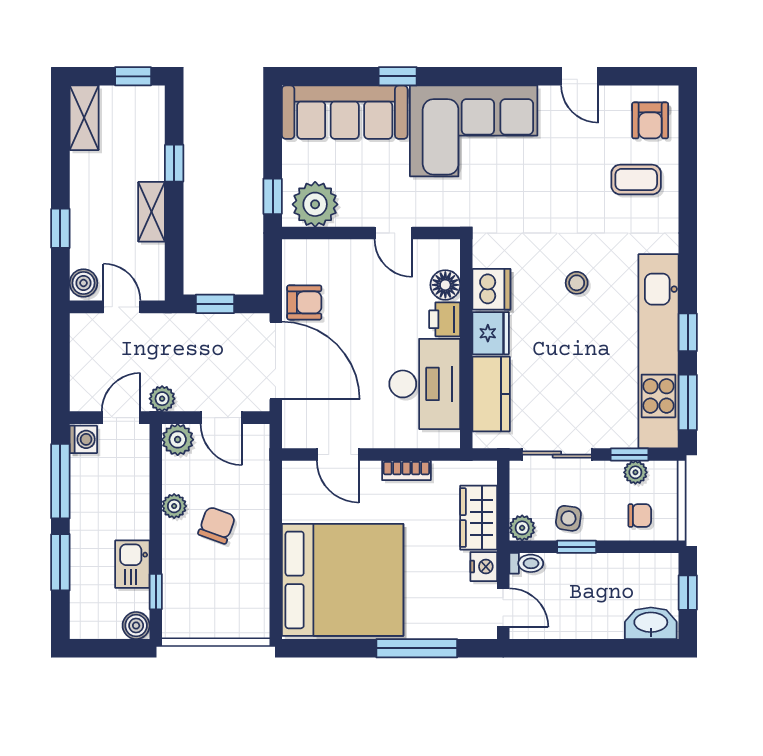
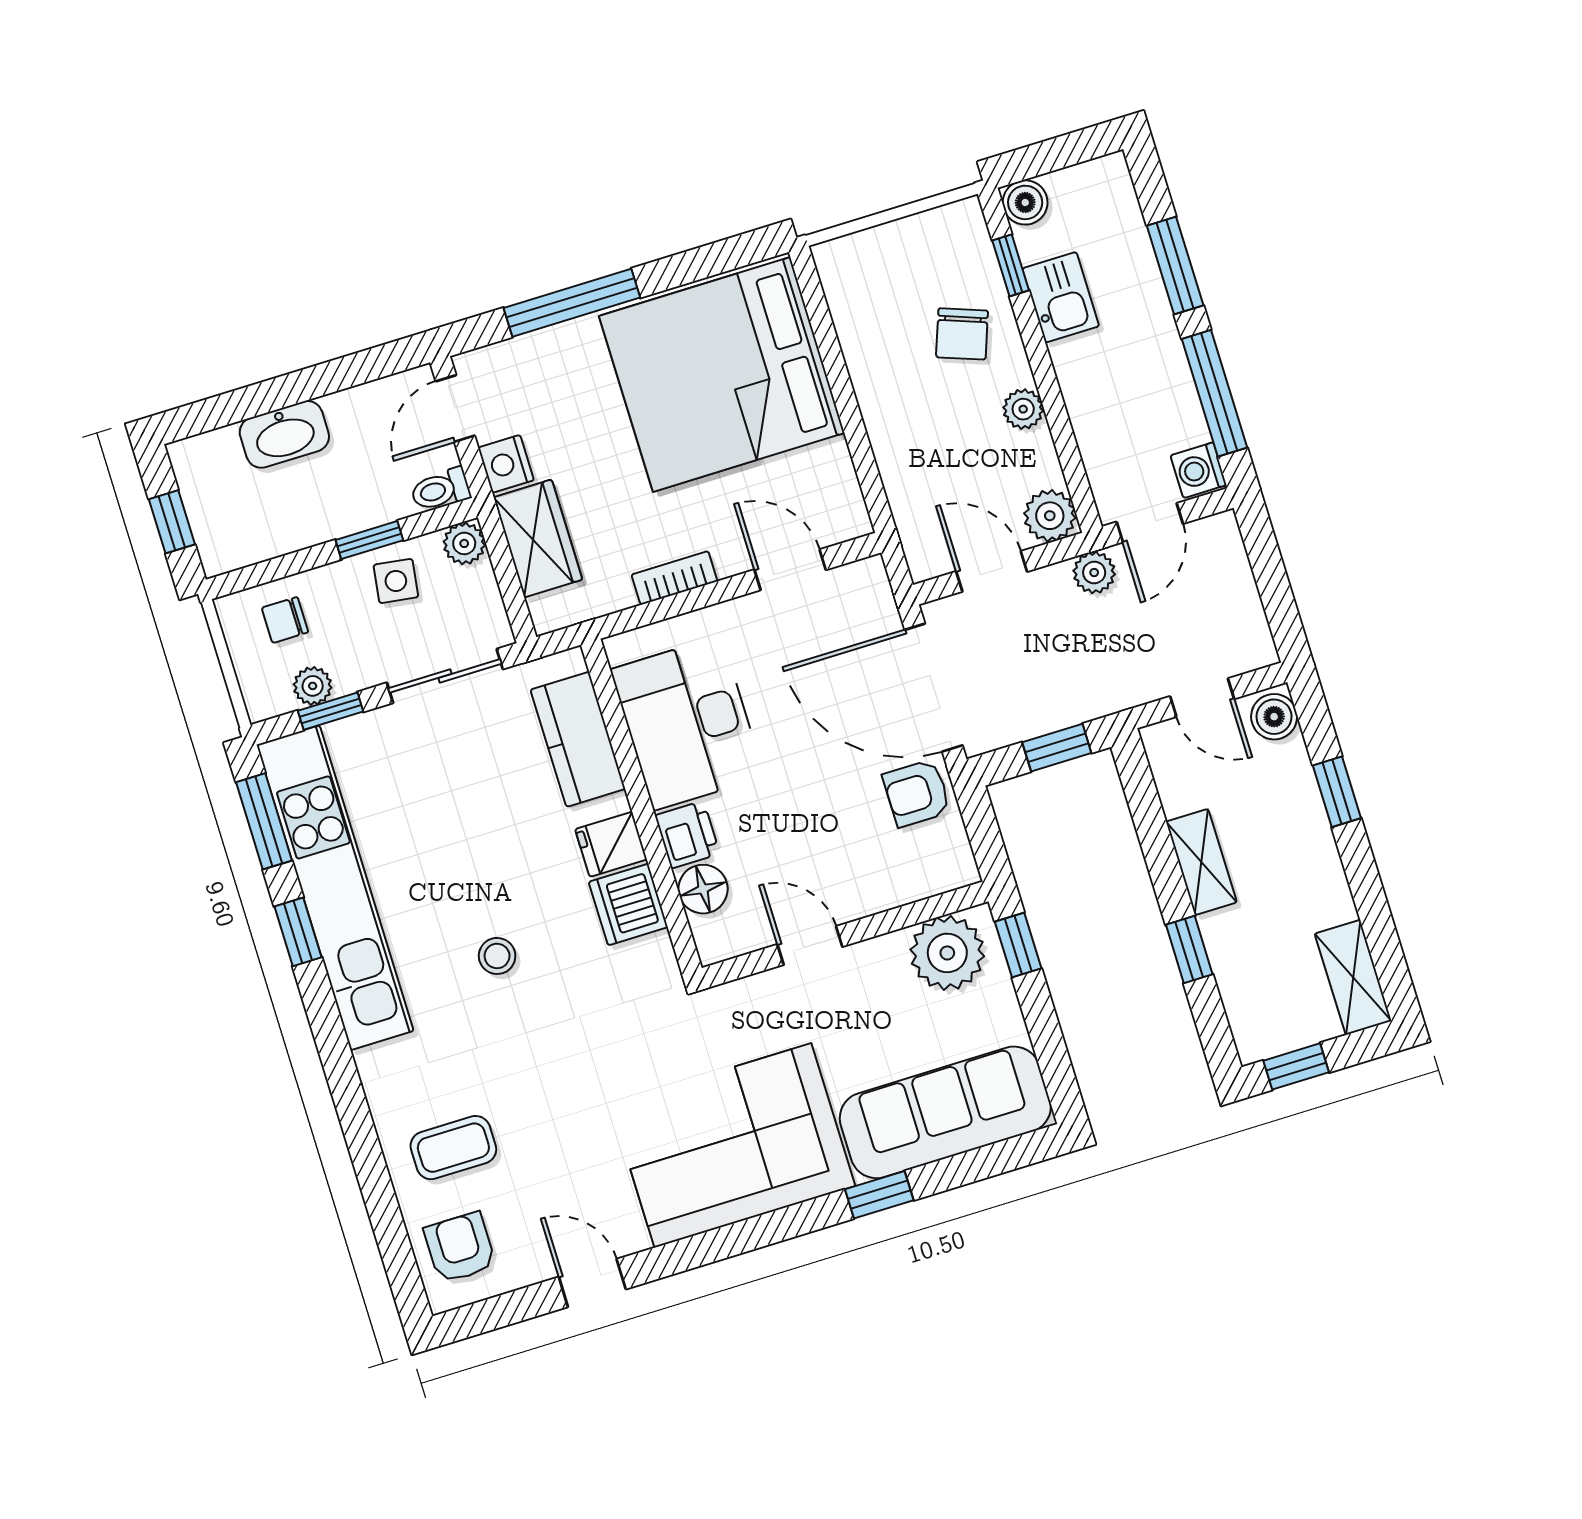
fridge: (491, 333) -> (611, 844), width x0.72
chair: (217, 525) -> (962, 334), moved
door: (503, 608) -> (455, 408), hinge flipped
washbasin: (651, 623) -> (284, 434), moved

